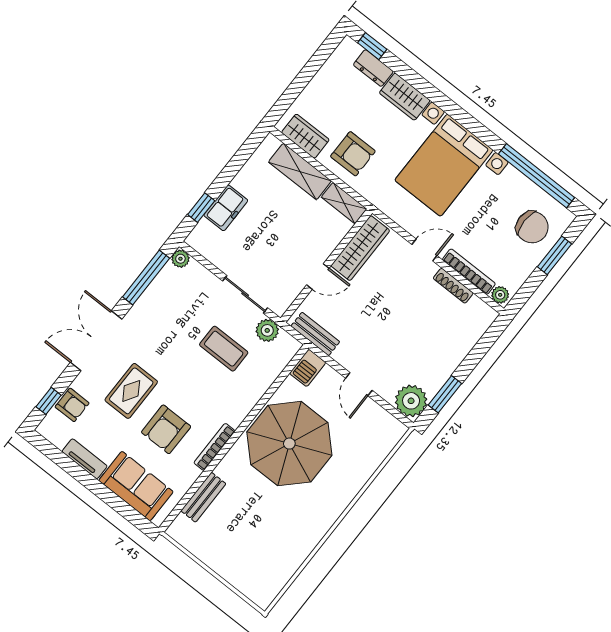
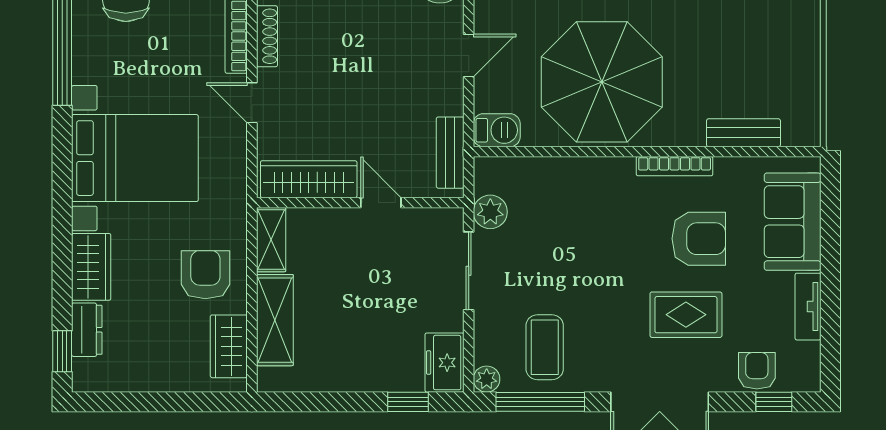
freezer: (226, 208) -> (444, 363), moved, turned -90
coffee table: (224, 349) -> (545, 347), moved

